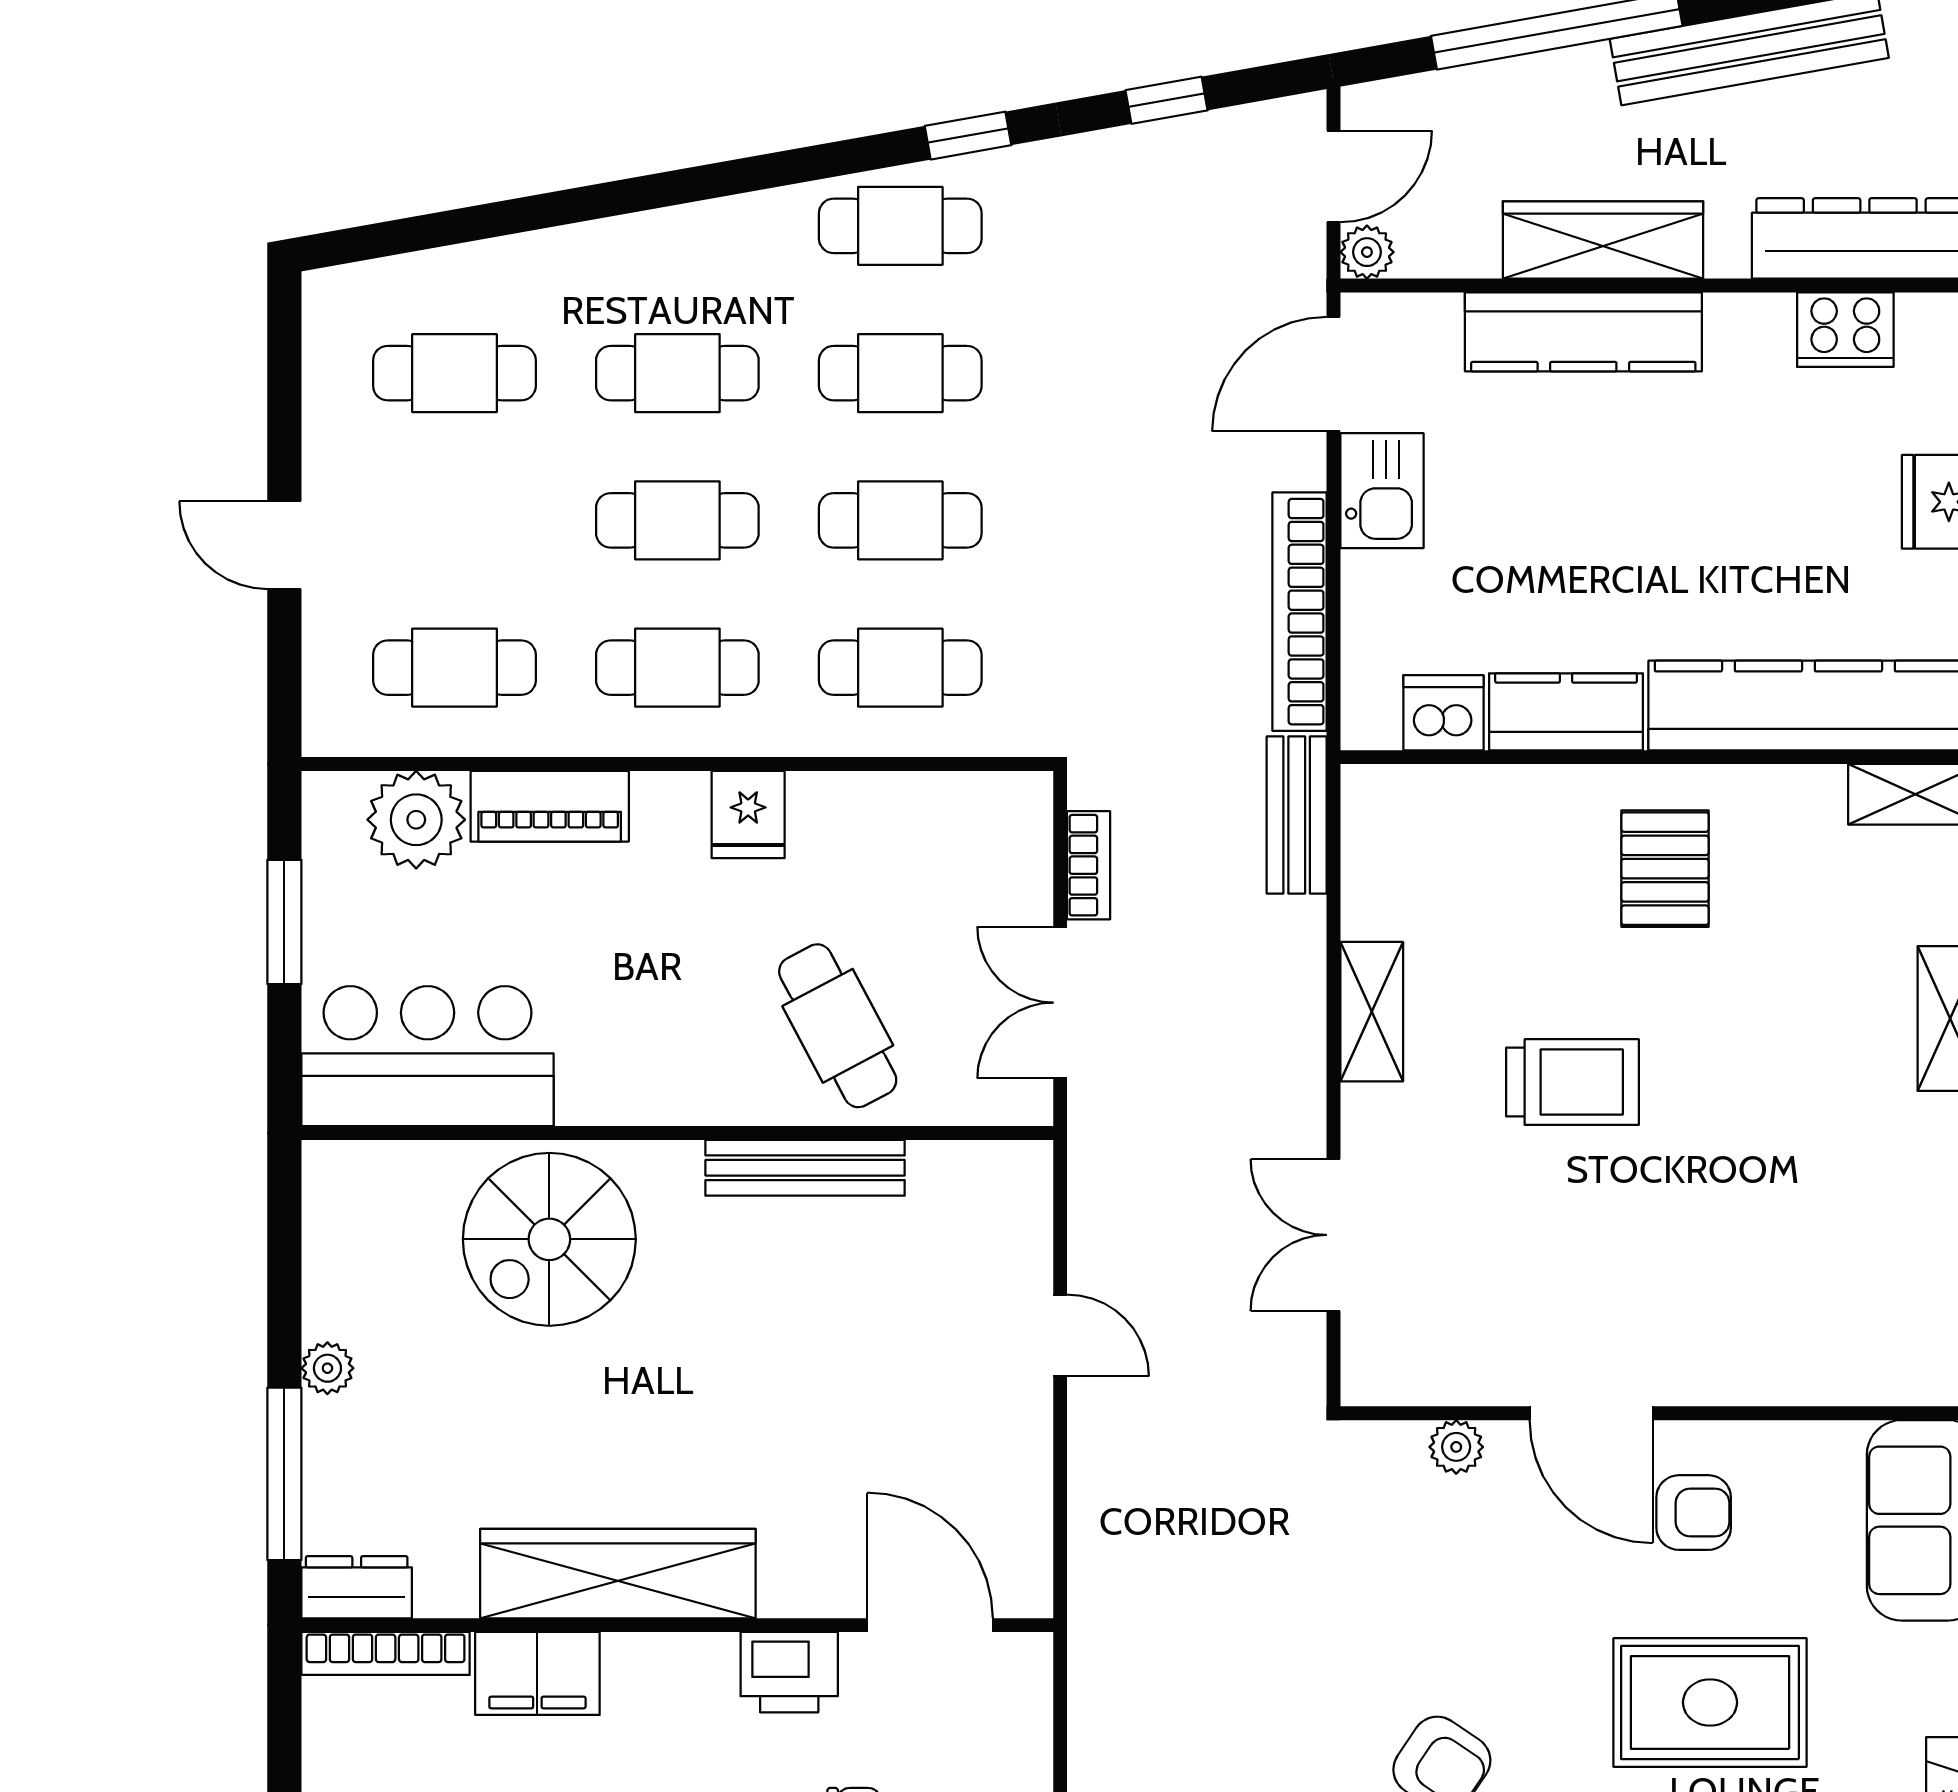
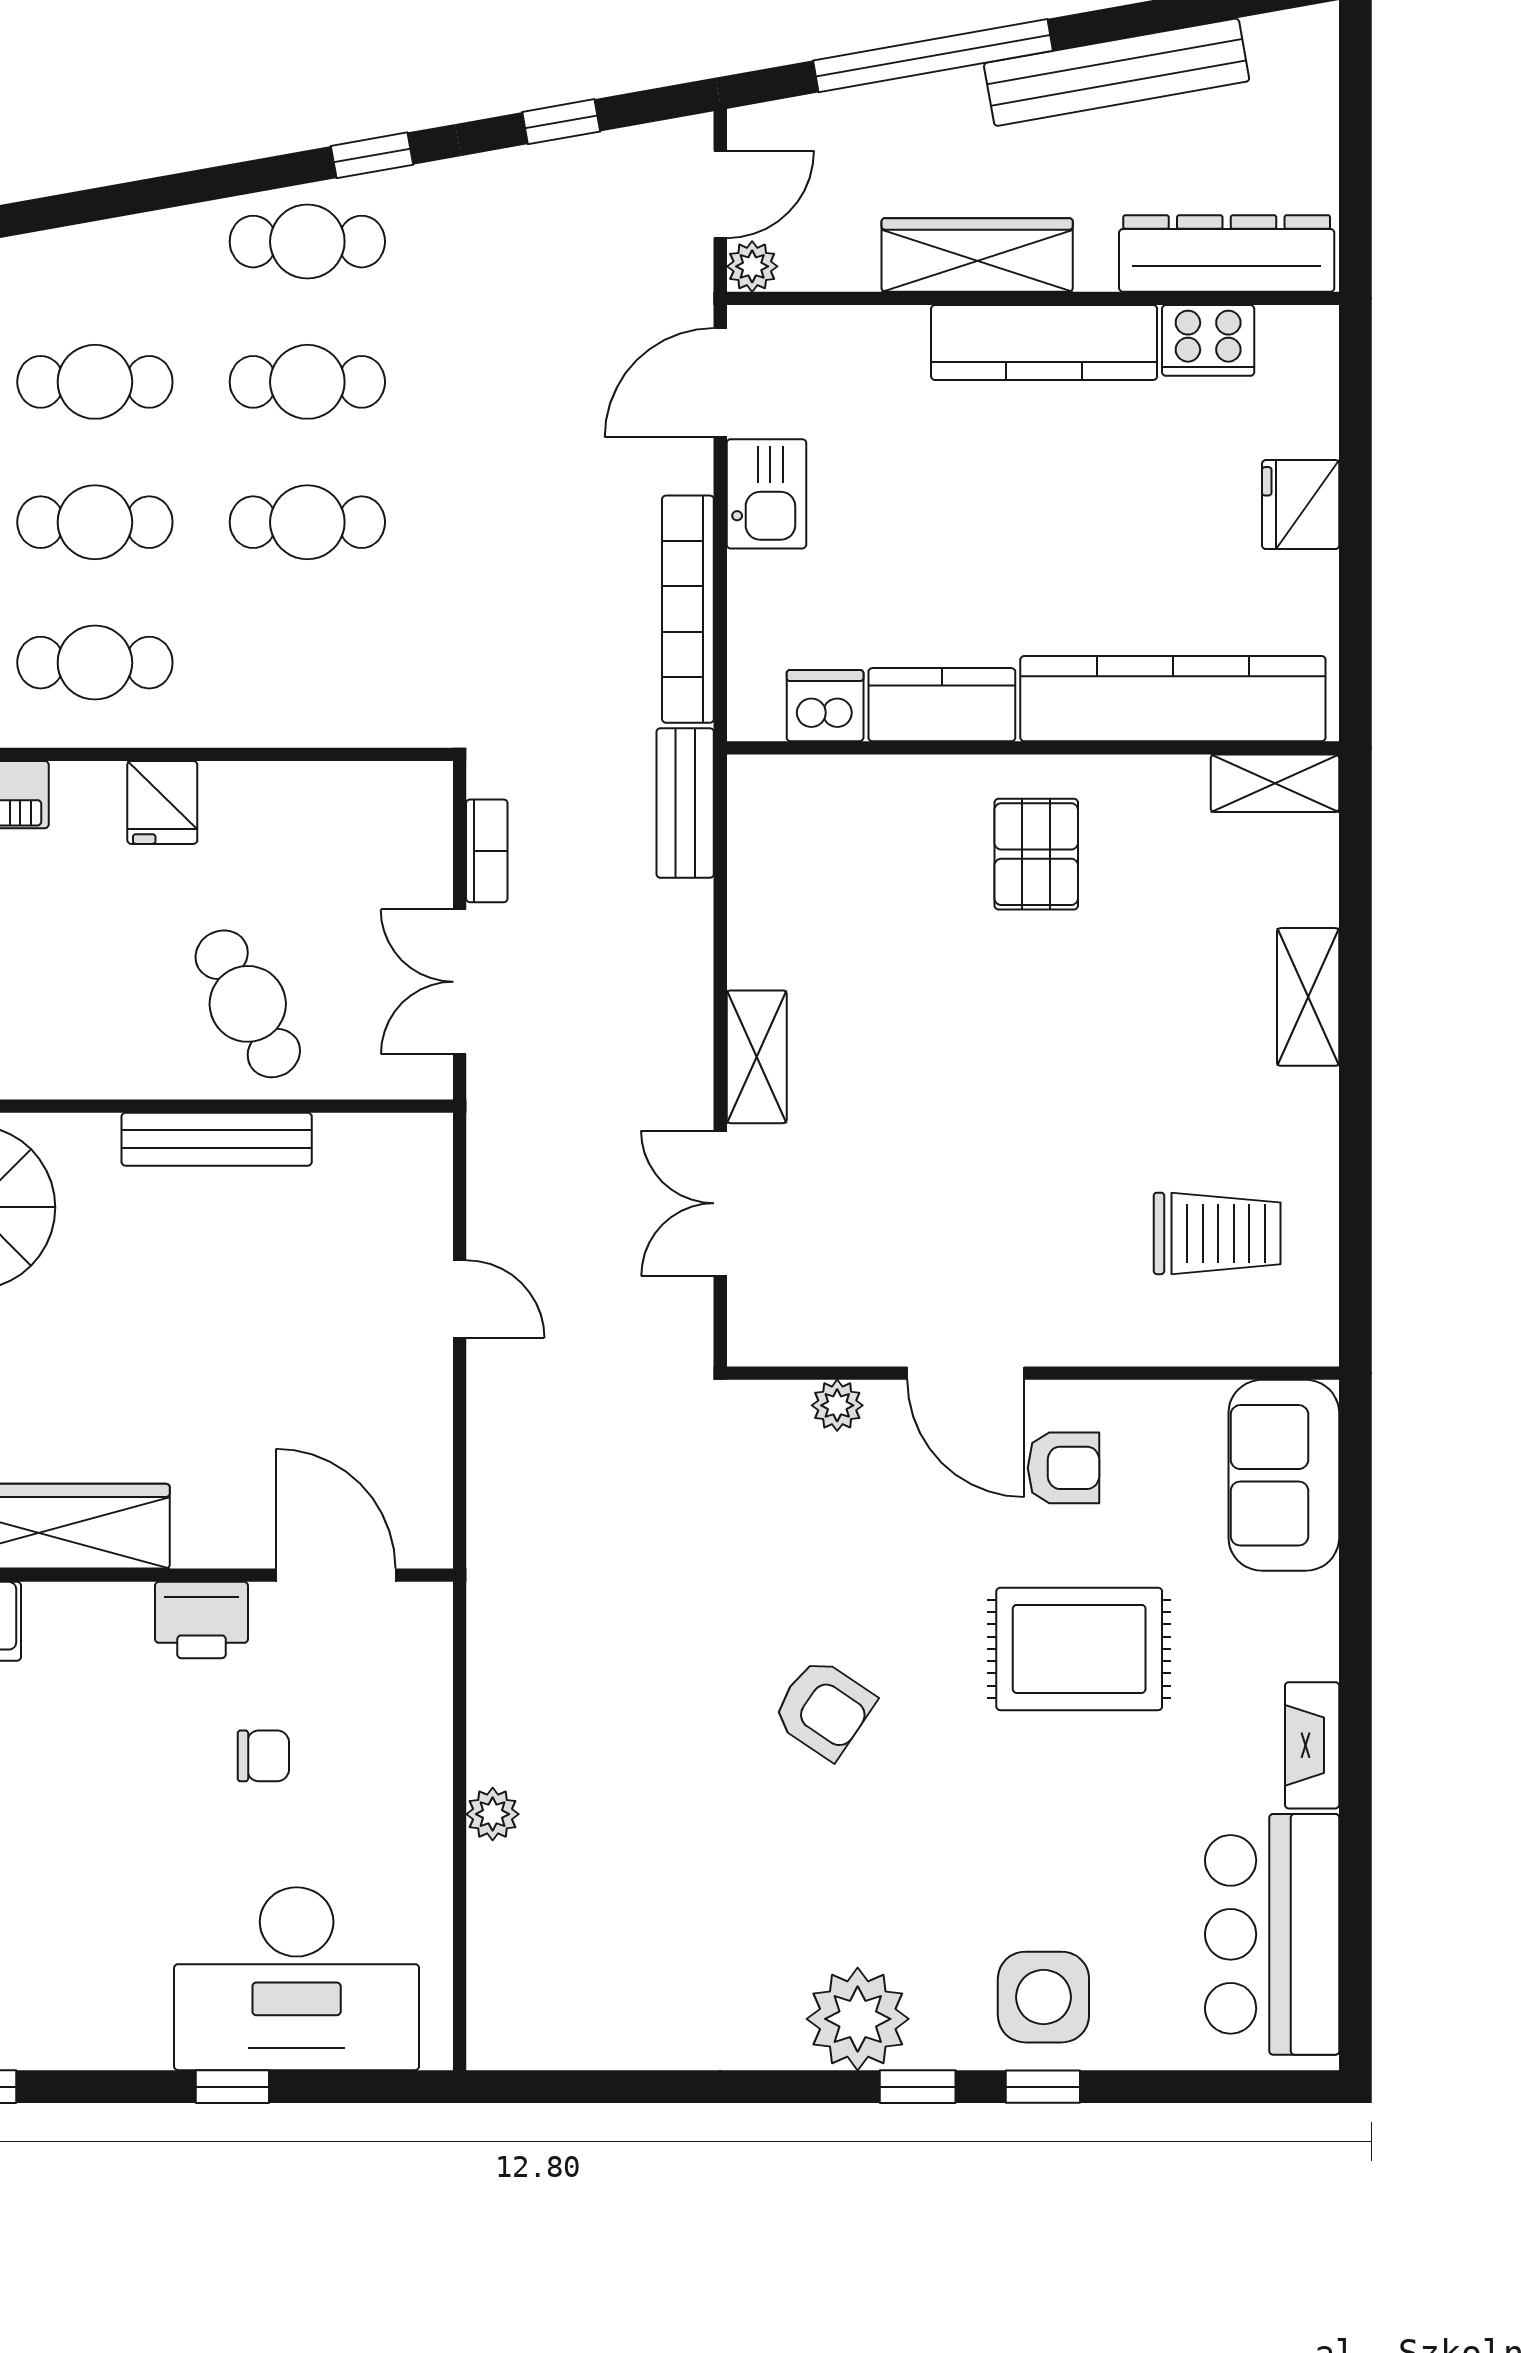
kitchen counter: (1583, 332) -> (1044, 343), moved
cafe table: (900, 668) -> (307, 663), removed
shelving: (1372, 1012) -> (757, 1057), moved
trolley: (1572, 1082) -> (1217, 1233), moved

